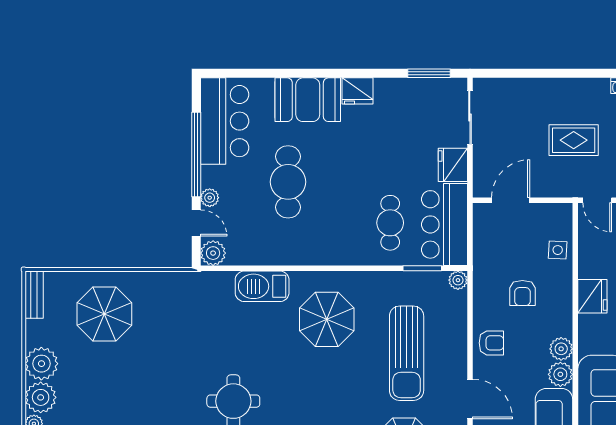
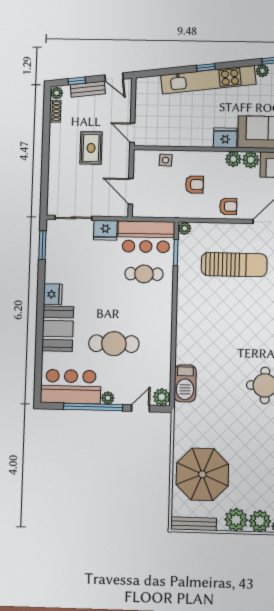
plant: (210, 198) -> (108, 398), moved
door: (597, 200) -> (132, 133), swing flipped
barbecue: (262, 286) -> (185, 383), moved
bench: (34, 295) -> (194, 524), width x1.36
fridge: (592, 296) -> (225, 138), moved
parasol: (104, 314) -> (202, 474), width x1.36, depth x1.36
parasol: (327, 319) -> (210, 319), removed
armchair: (491, 343) -> (228, 206), turned 90

